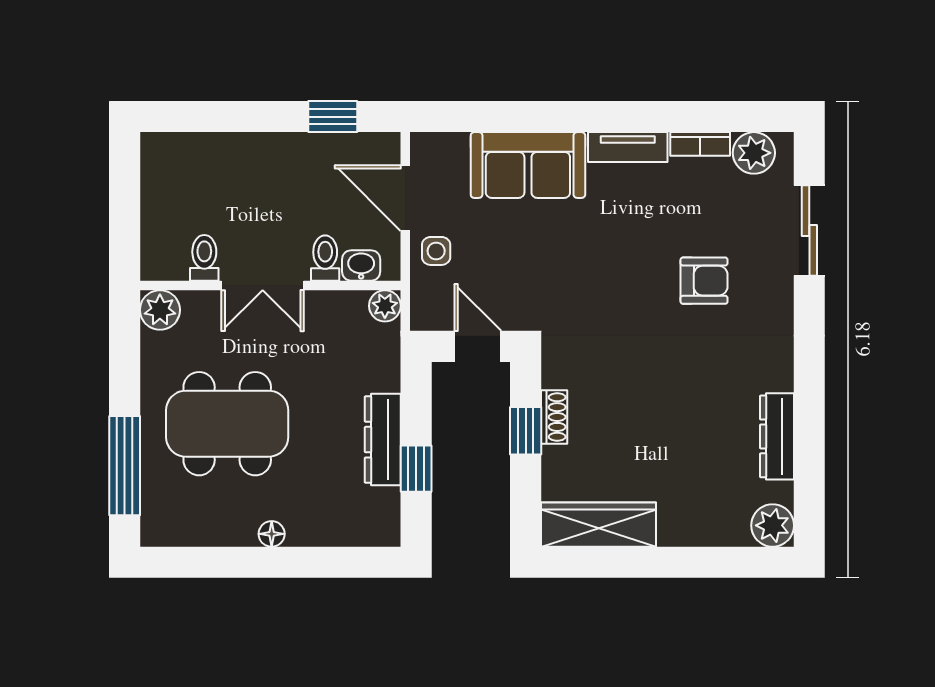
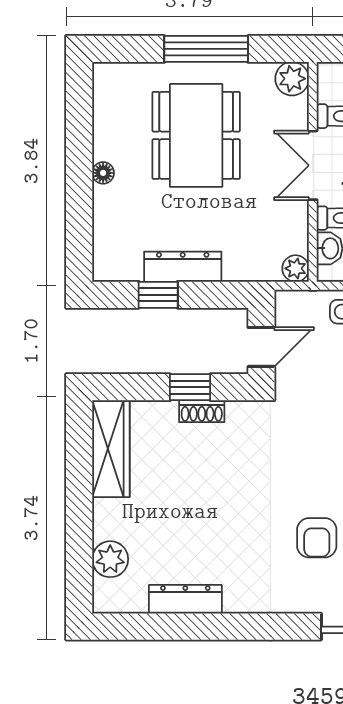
window: (125, 466) -> (206, 49), moved
plant: (773, 525) -> (110, 559), moved

